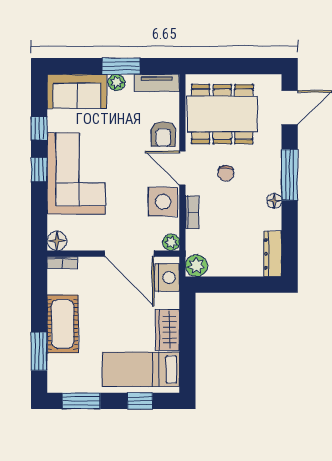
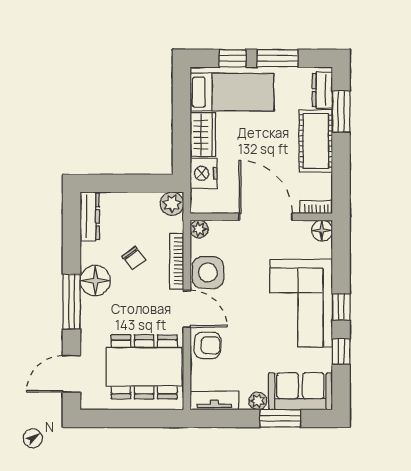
window: (121, 66) -> (280, 418), moved
armchair: (163, 134) -> (208, 345), turned 90
chair: (226, 173) -> (134, 258), moved, turned 143
floor lamp: (274, 201) -> (95, 281), width x1.89, depth x1.89
bookcase: (192, 212) -> (177, 261), width x1.56
door: (129, 254) -> (266, 217), moved
nightstand: (167, 278) -> (204, 173), moved
dresser: (57, 371) -> (322, 90), added
window: (81, 401) -> (277, 58), moved

